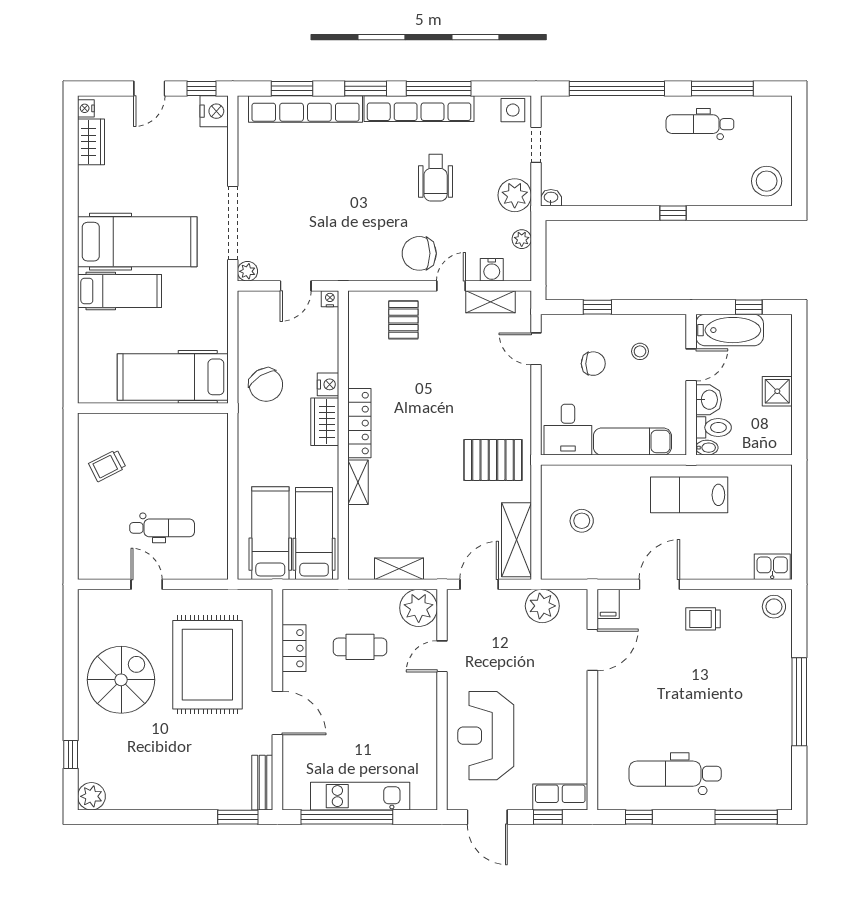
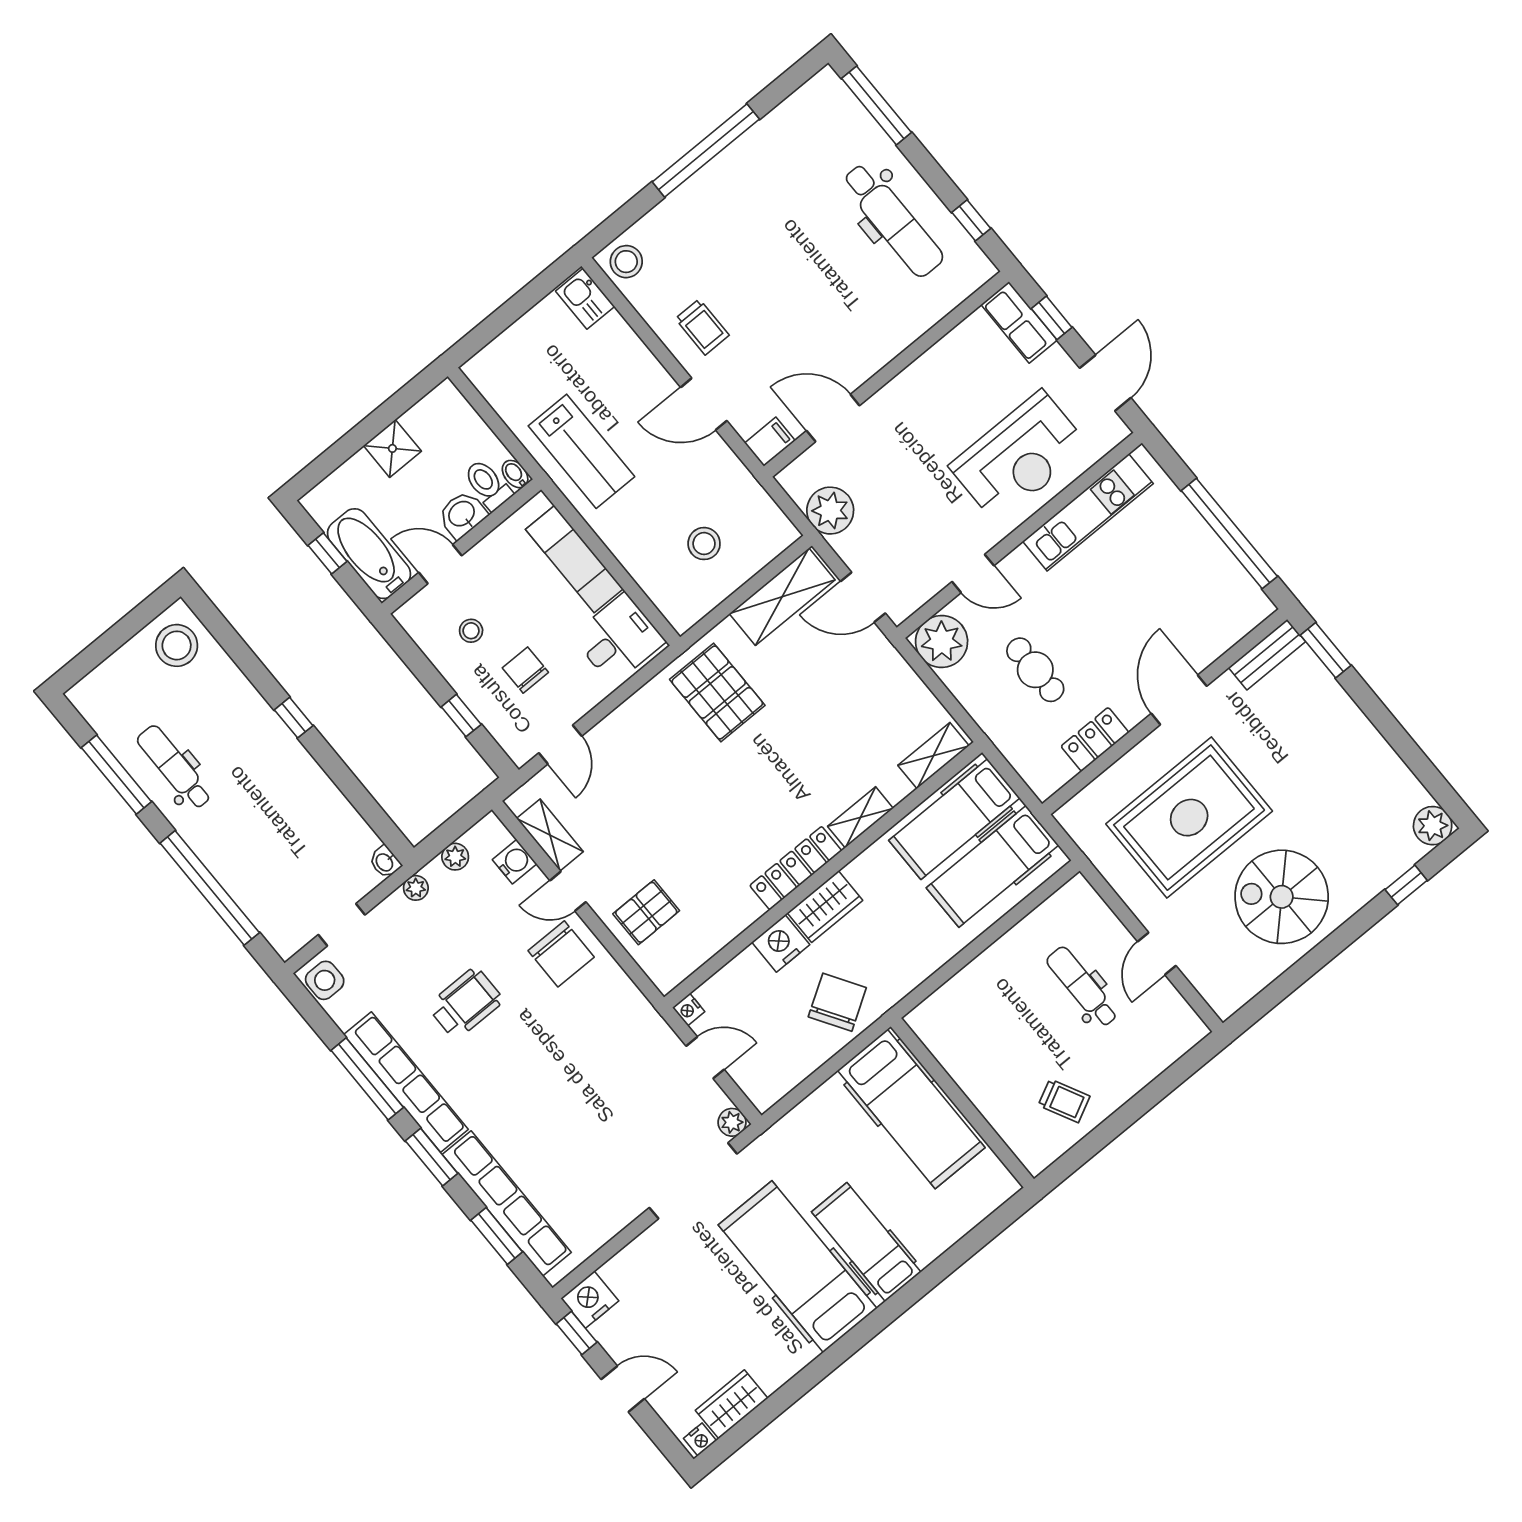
dental chair: (700, 124) -> (174, 767), turned 180
plant: (515, 195) -> (416, 888), width x0.53, depth x0.53
nightstand: (328, 384) -> (781, 943), width x1.36, depth x1.33
shelving: (399, 569) -> (933, 756), moved, turned 90
kitchen unit: (360, 796) -> (1088, 512), moved, turned -90

